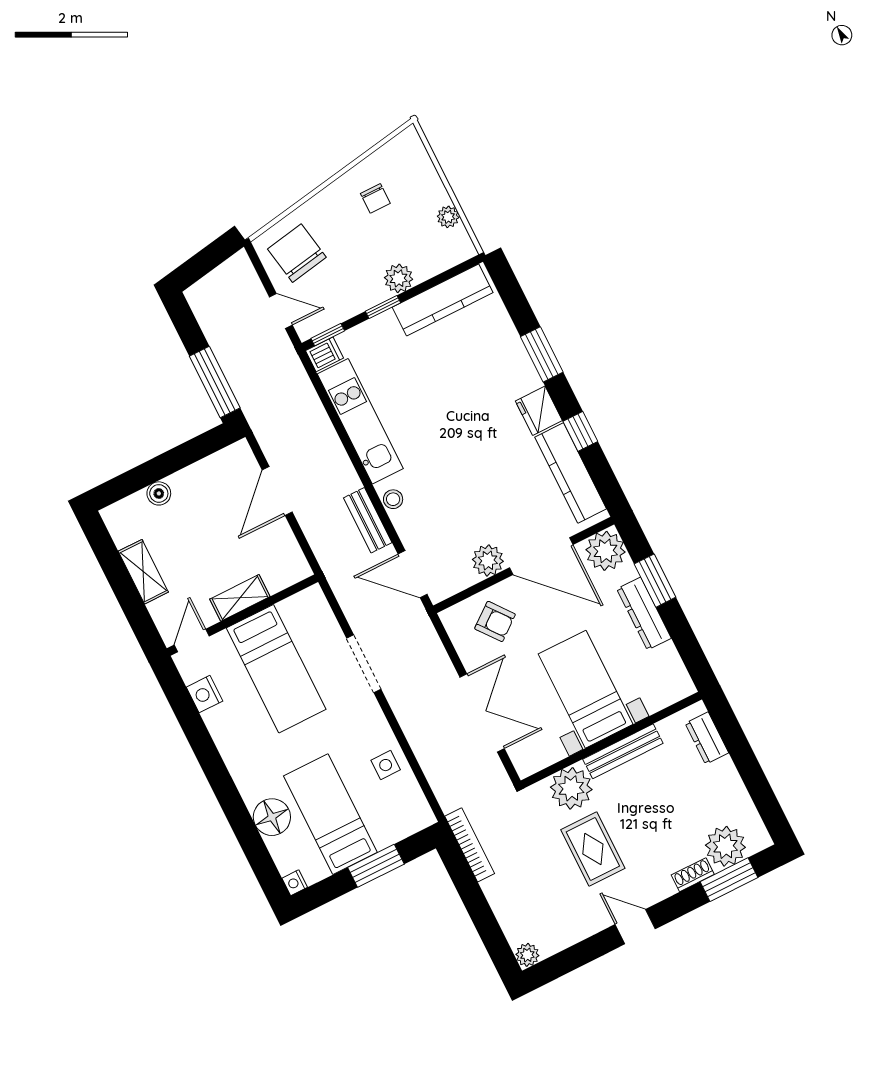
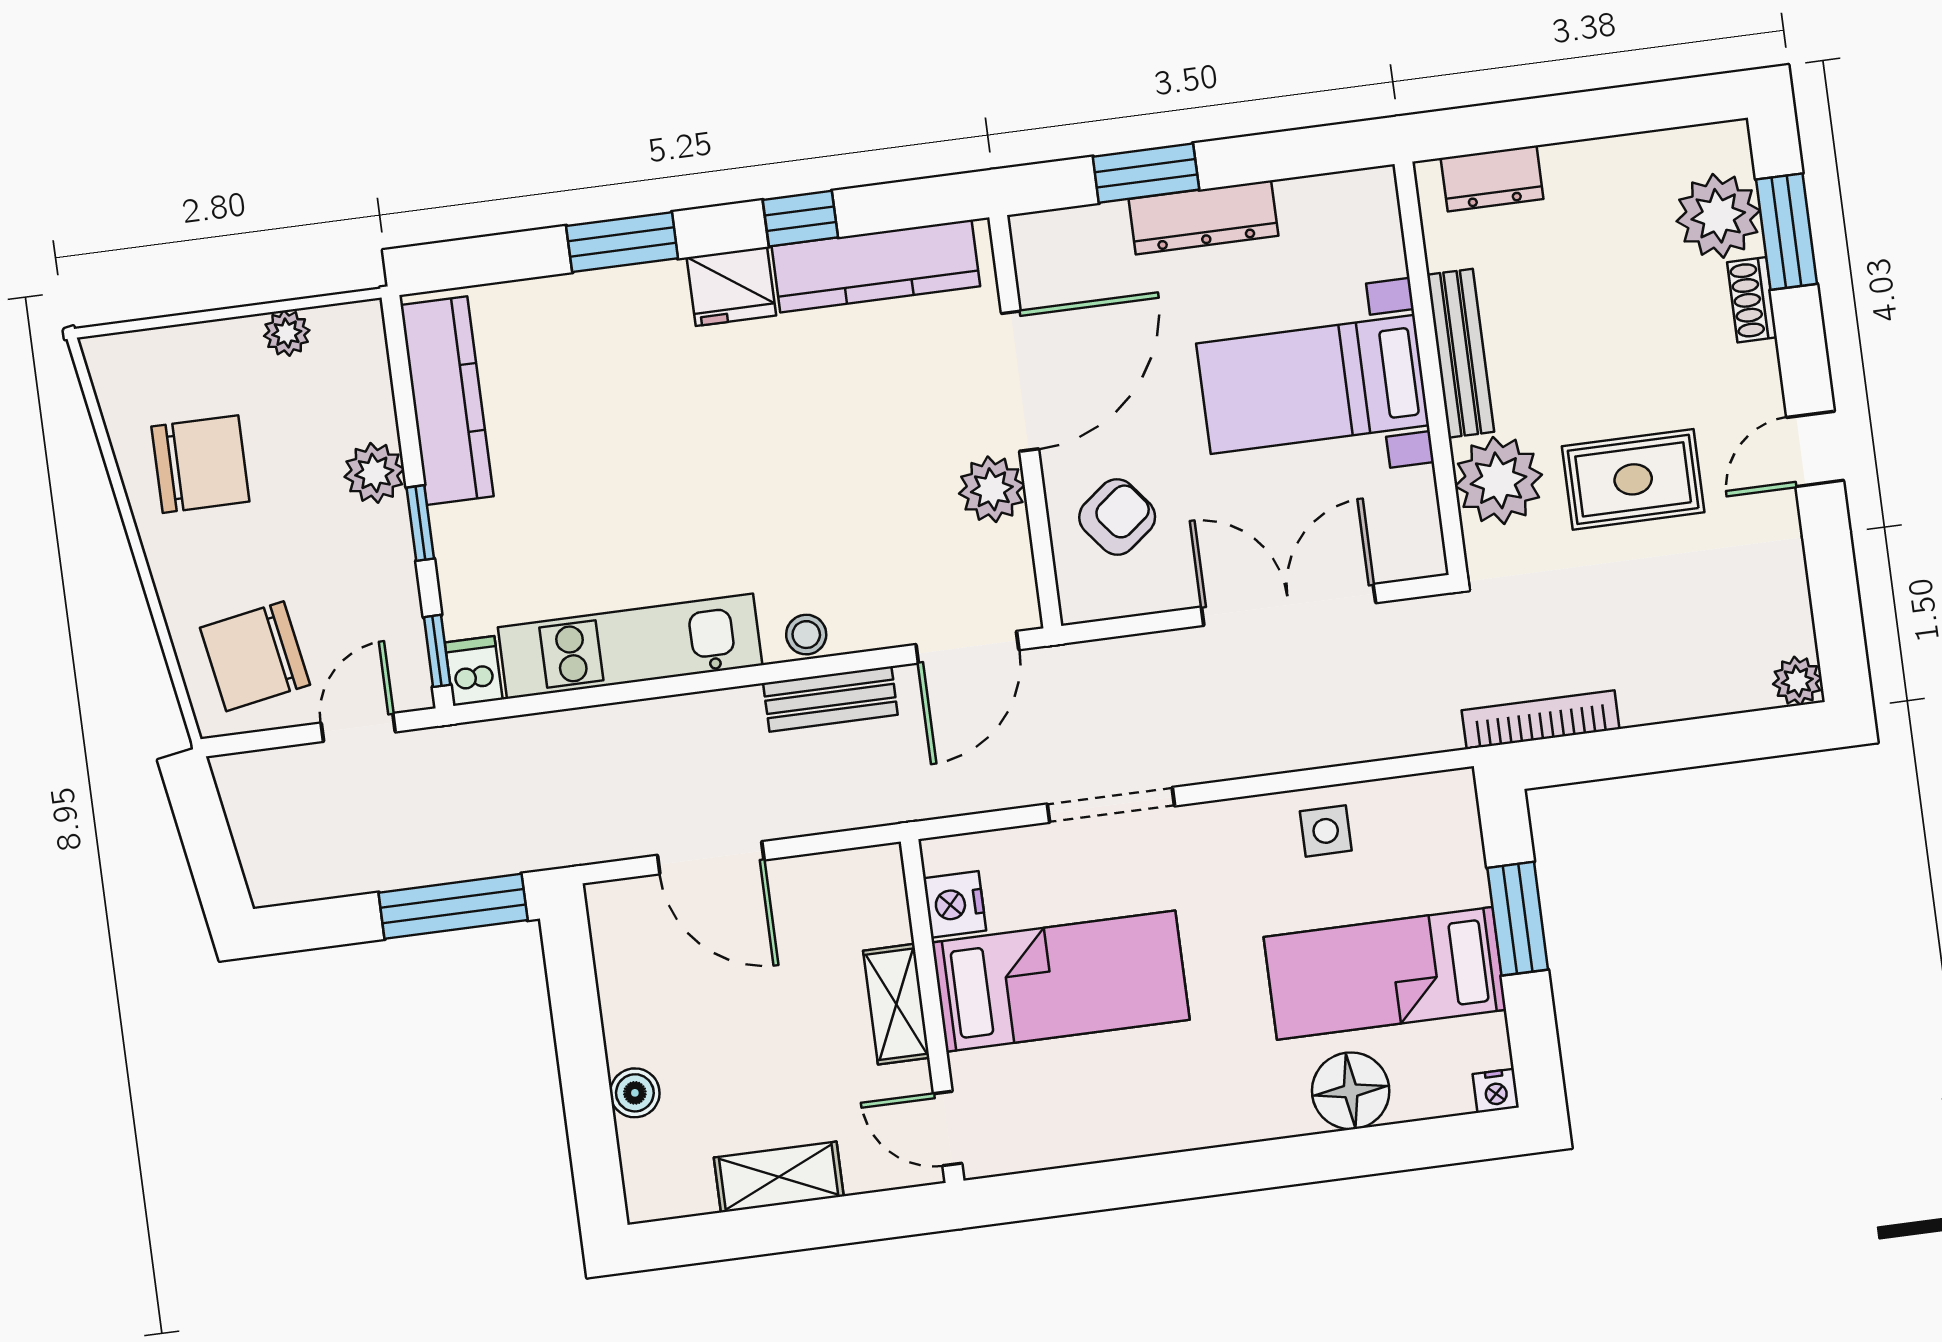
chair: (375, 198) -> (200, 464), width x1.87, depth x1.87
plant: (605, 551) -> (1053, 251), removed
nightstand: (204, 694) -> (955, 904), moved, turned 90

